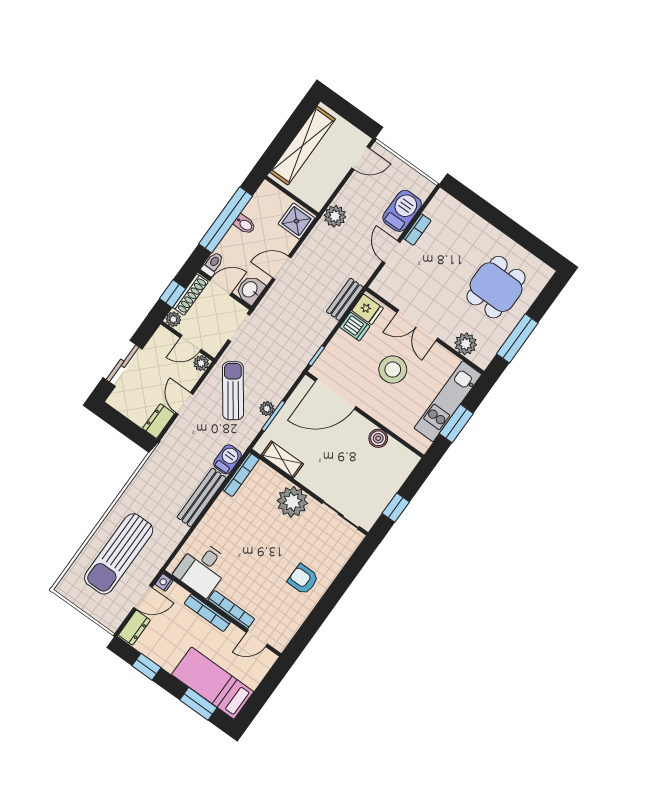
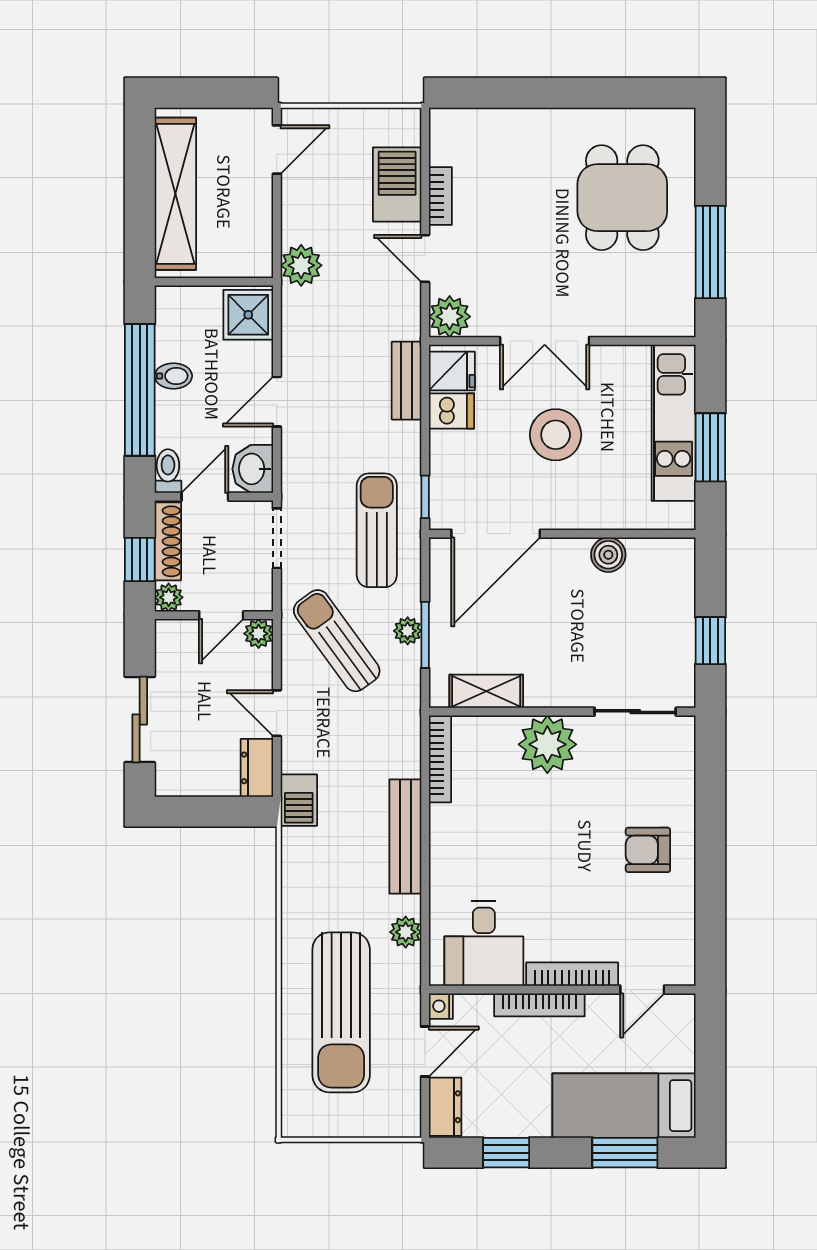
plant: (466, 344) -> (450, 317), moved
sun lounger: (285, 355) -> (377, 530), added
barbecue: (227, 459) -> (299, 800), moved, turned 180
plant: (172, 539) -> (406, 932), added

